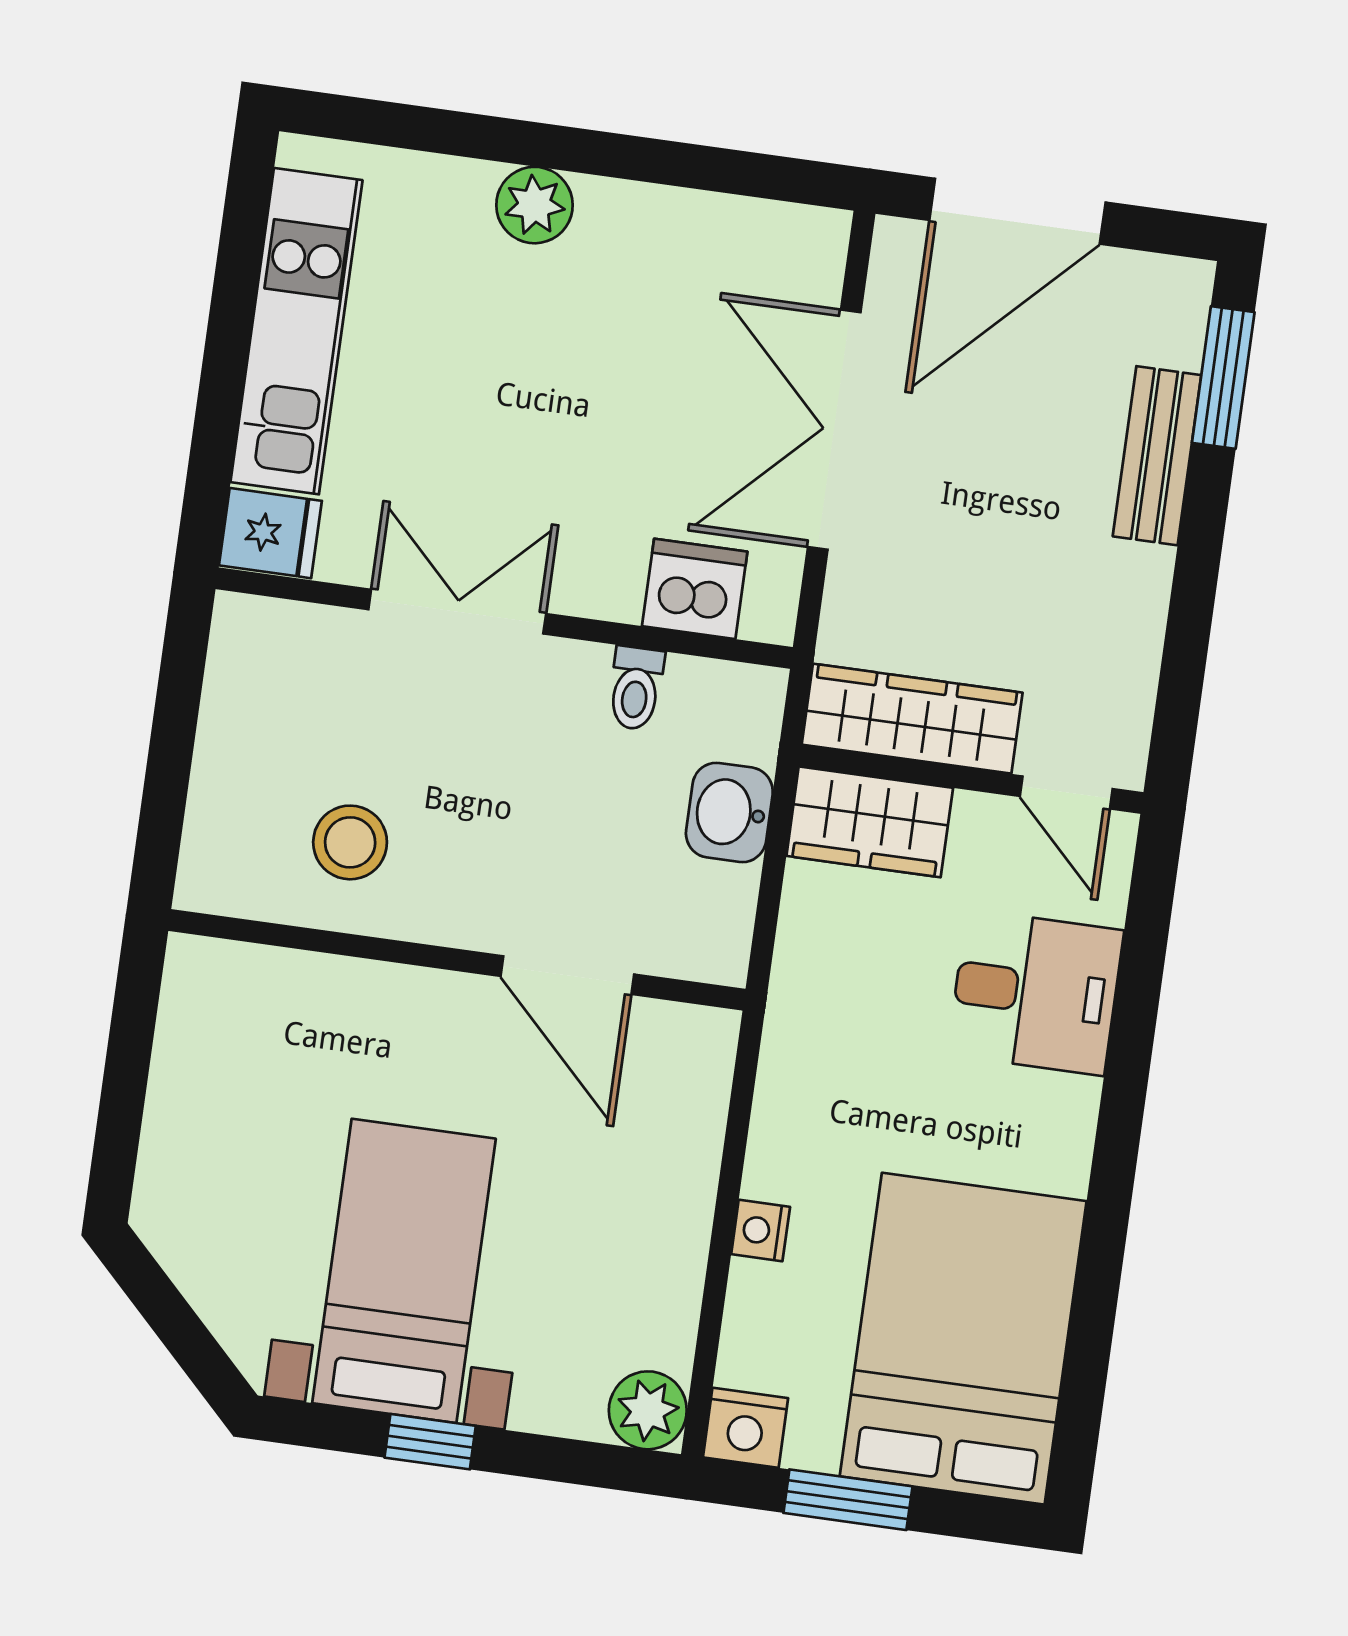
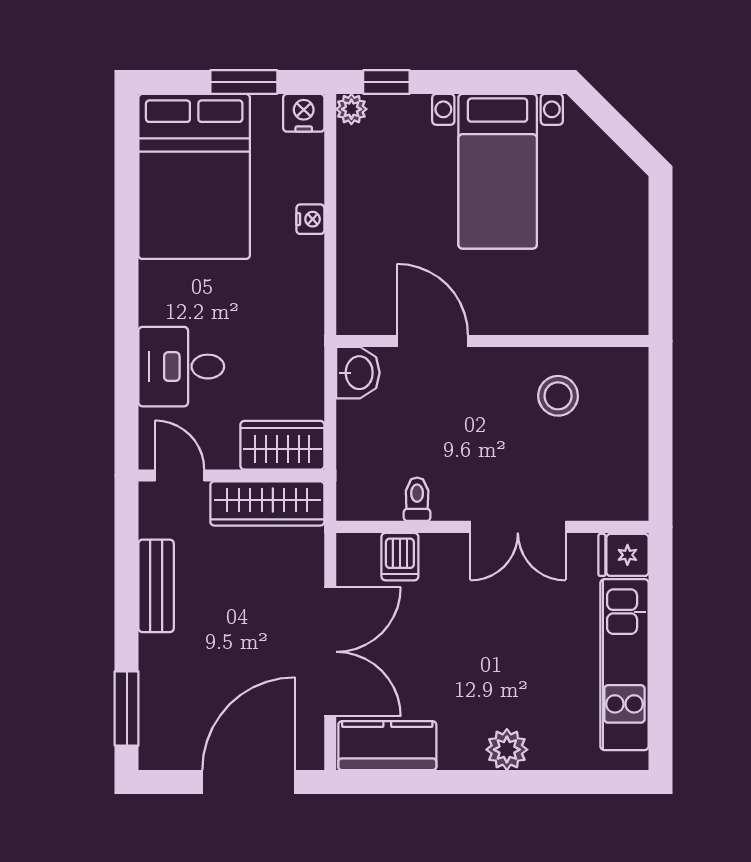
kitchen counter: (753, 243) -> (387, 746), added
bench: (1157, 456) -> (156, 586), moved
dishwasher: (695, 589) -> (400, 557), width x0.73
washbasin: (729, 812) -> (358, 373), moved
plant: (648, 1410) -> (351, 109), width x0.73, depth x0.73
window: (430, 1442) -> (386, 82), moved

